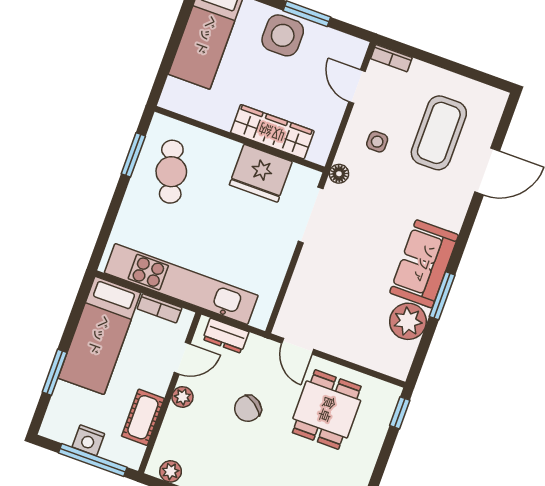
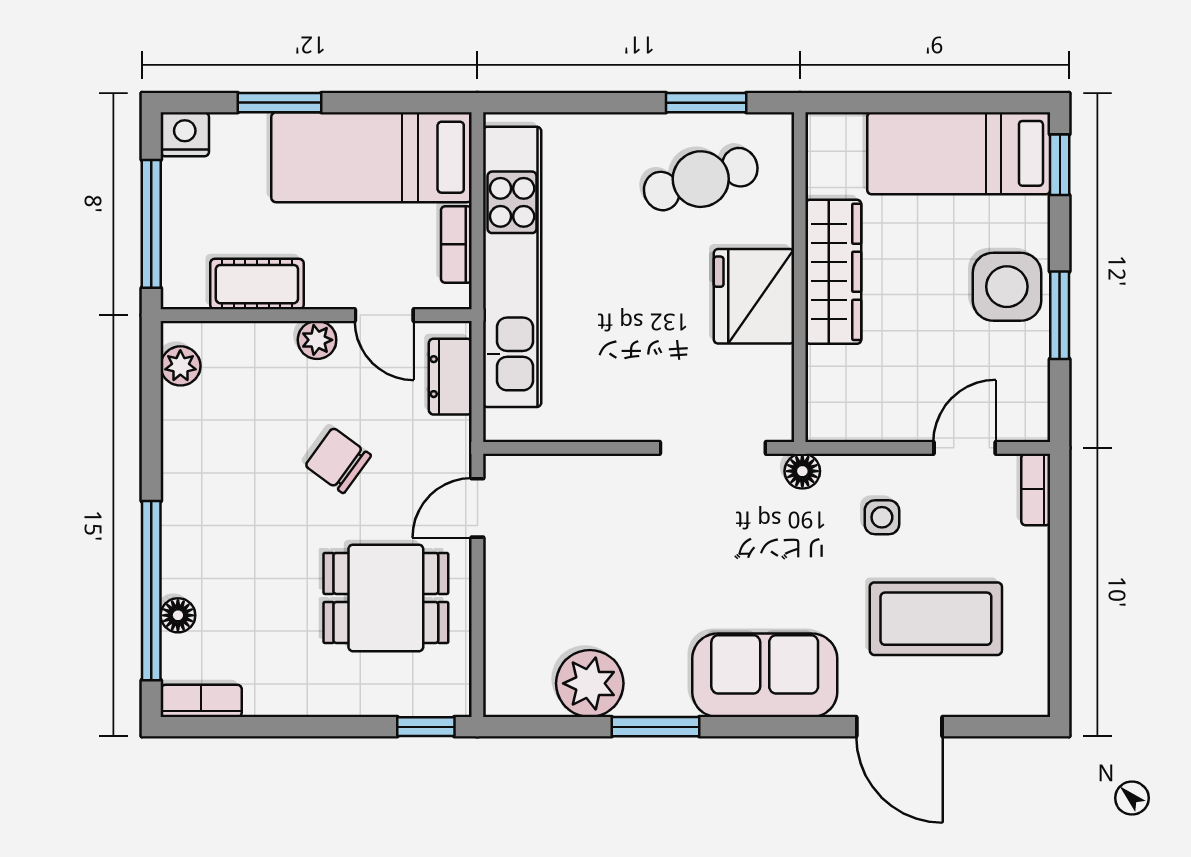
wardrobe: (272, 132) -> (833, 272), moved
fridge: (261, 173) -> (754, 296), moved
sofa: (424, 264) -> (765, 675), moved
nightstand: (88, 440) -> (185, 134), moved, turned 90

